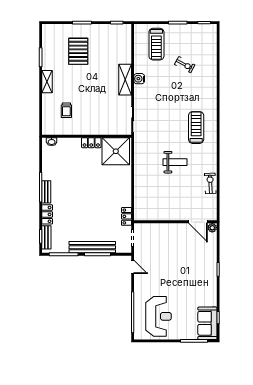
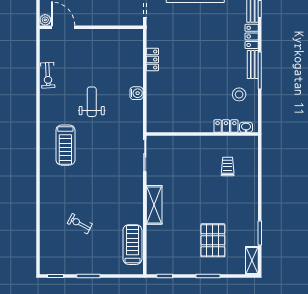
treadmill: (156, 44) -> (132, 245), moved
water cooler: (139, 79) -> (137, 93), moved
shelving: (47, 82) -> (252, 260), moved
locker: (91, 143) -> (226, 126), moved
shower: (116, 151) -> (166, 115), removed
weight bench: (175, 162) -> (92, 102), turned 90
stool: (57, 168) -> (239, 94), added
locker: (126, 216) -> (152, 59), moved

